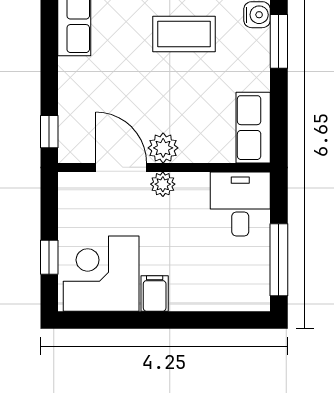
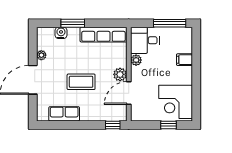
coffee table: (184, 34) -> (81, 82), moved, turned 90
row of seats: (253, 128) -> (103, 35), width x1.48
plant: (163, 184) -> (136, 60), moved
filing cabinet: (155, 293) -> (185, 60), moved

